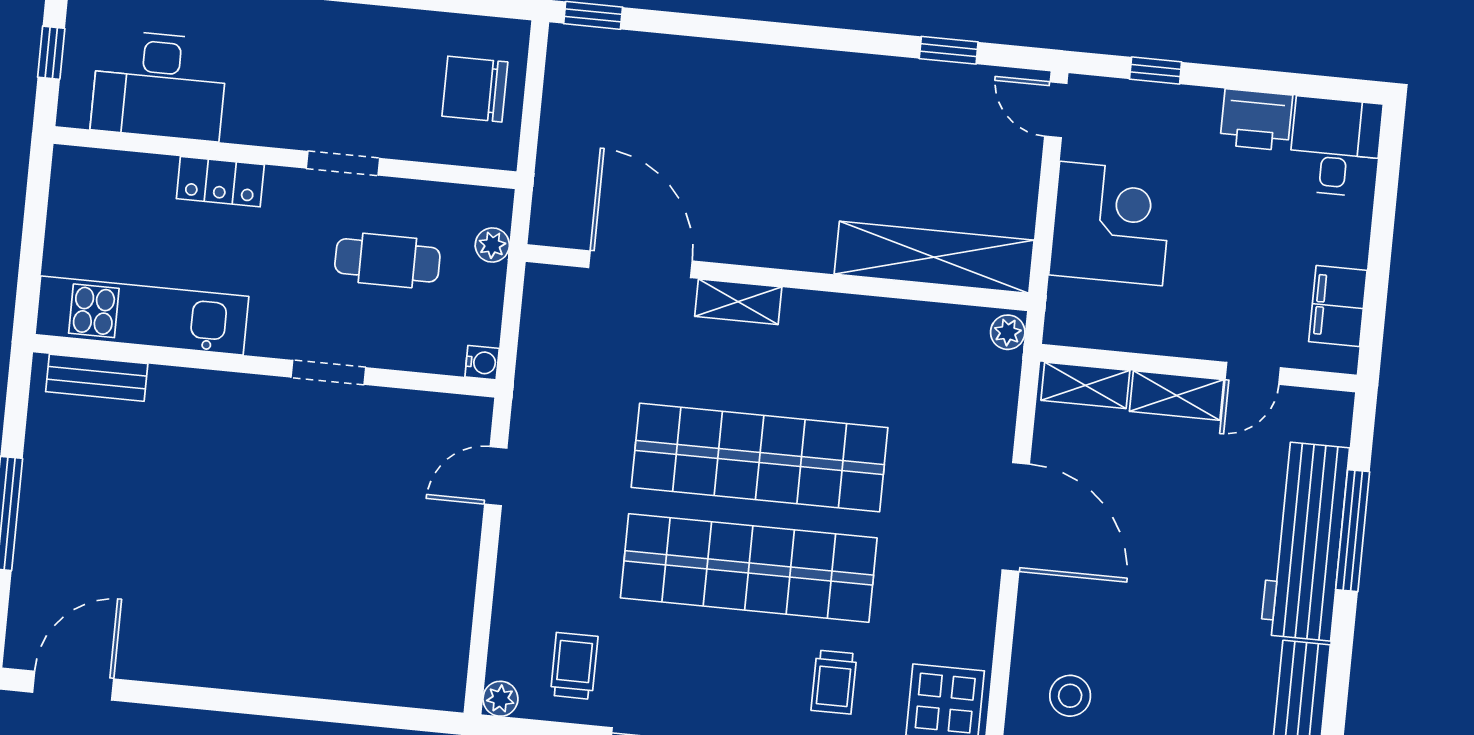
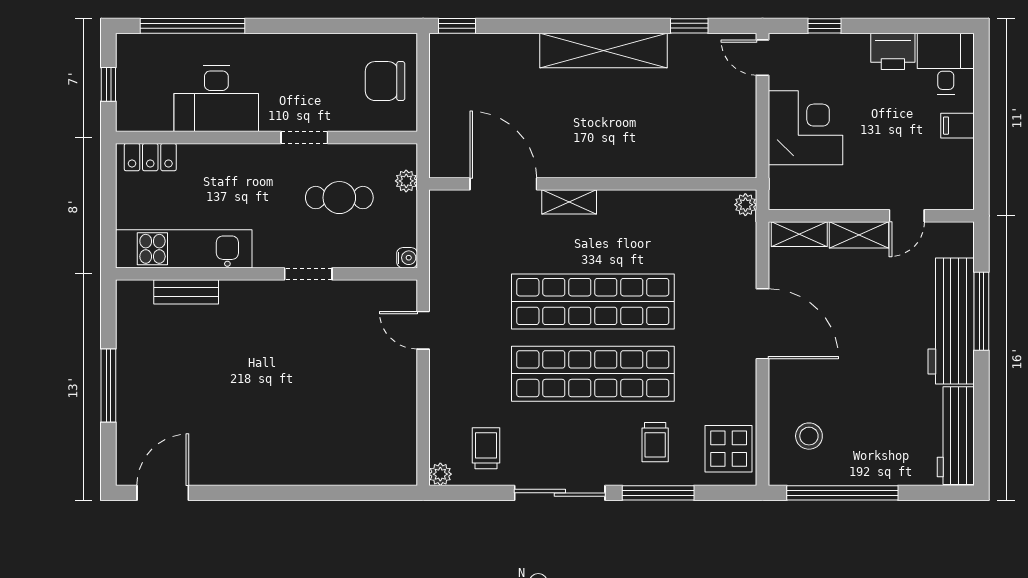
desk: (159, 85) -> (216, 99), moved
locker: (220, 182) -> (150, 157), moved
shelving: (934, 257) -> (604, 50), moved
filing cabinet: (1338, 306) -> (958, 126), moved, width x0.50
bench: (97, 378) -> (186, 292), moved
door: (496, 476) -> (423, 330), hinge flipped

